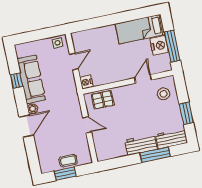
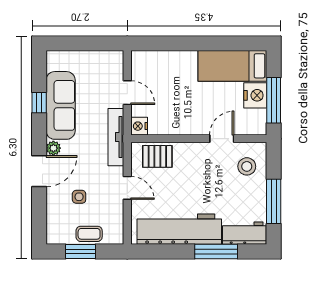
side table: (58, 43) -> (79, 197), moved
door: (74, 62) -> (127, 93), hinge flipped
tv unit: (73, 93) -> (116, 137), added
window: (186, 113) -> (274, 201), width x1.44
workbench: (141, 145) -> (179, 229), width x1.88, depth x1.32

